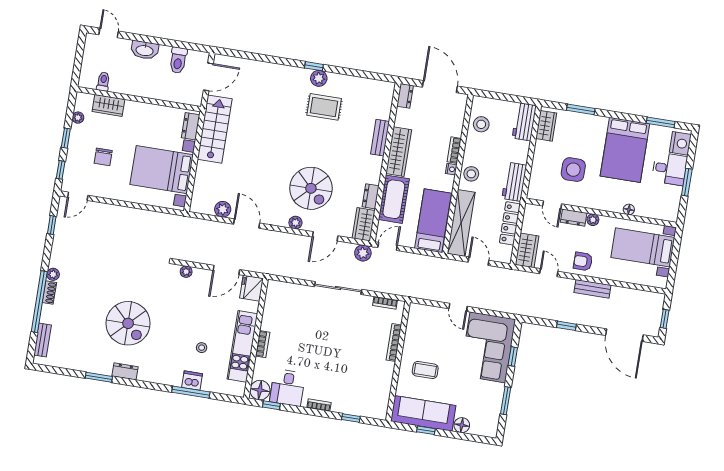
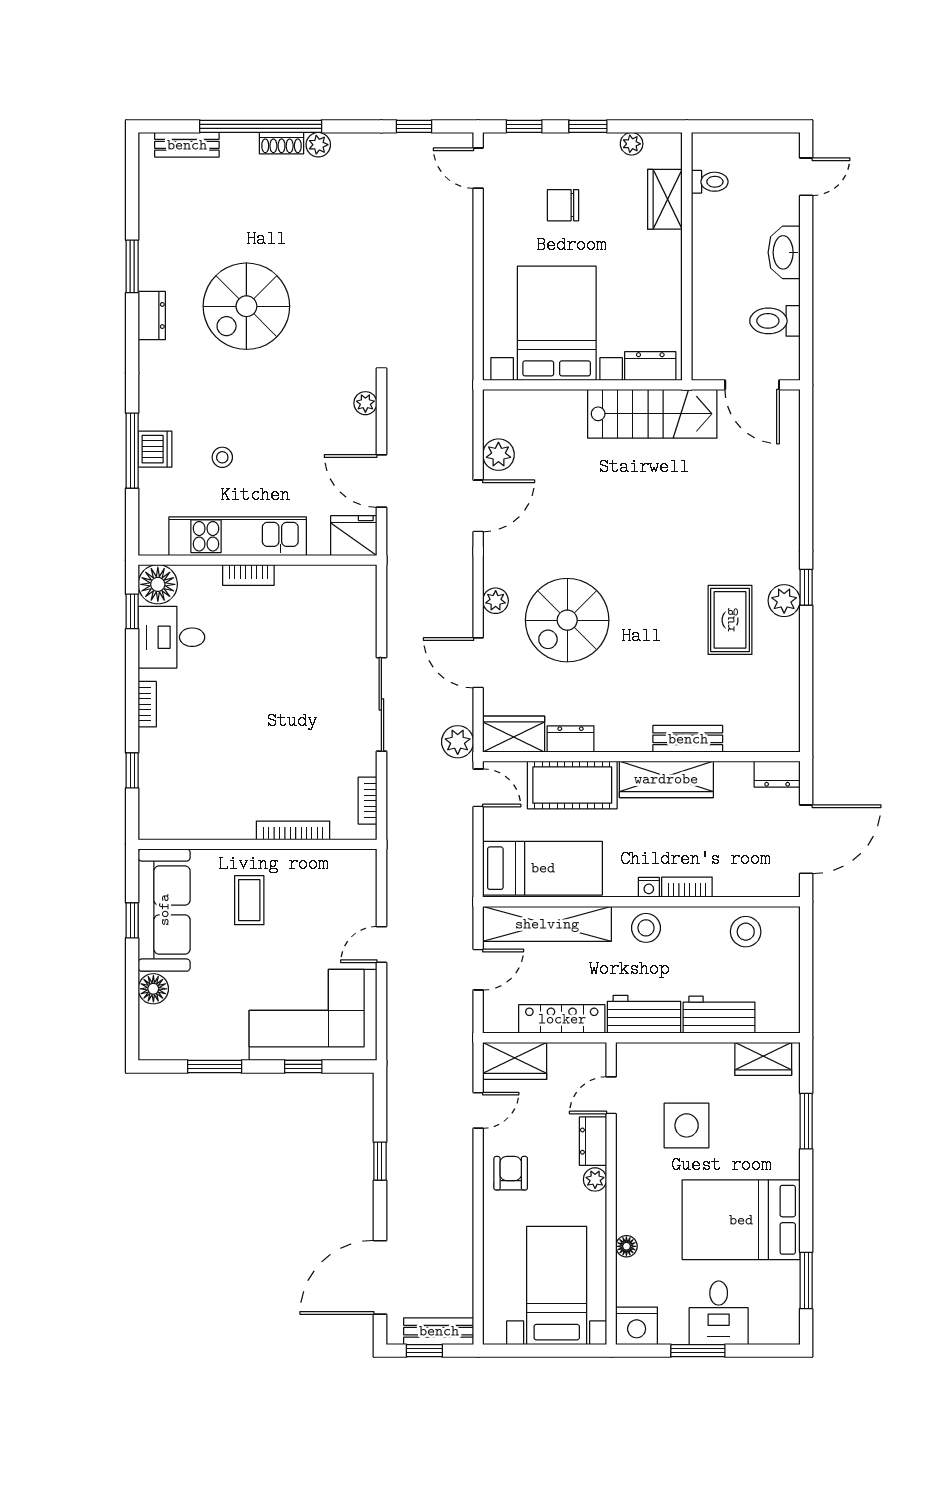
workbench: (524, 122) -> (719, 1015), moved
nightstand: (680, 143) -> (637, 1326), moved
bench: (592, 289) -> (439, 1331), moved, turned 90

